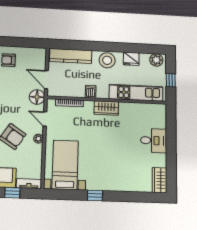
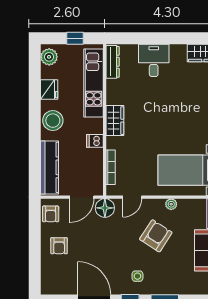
armchair: (34, 55) -> (51, 214), added
dresser: (152, 108) -> (113, 62), added
plant: (38, 139) -> (171, 204), moved

